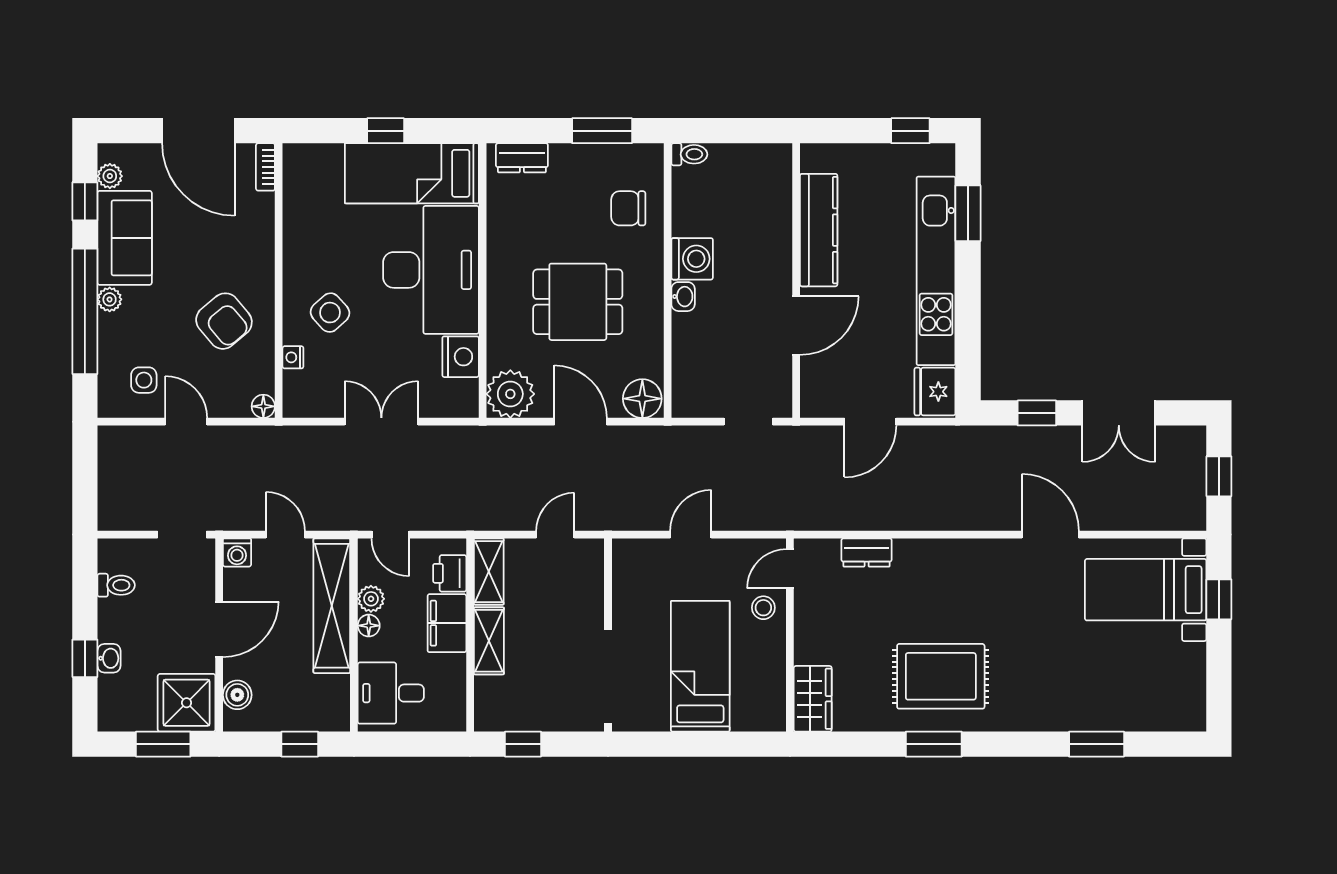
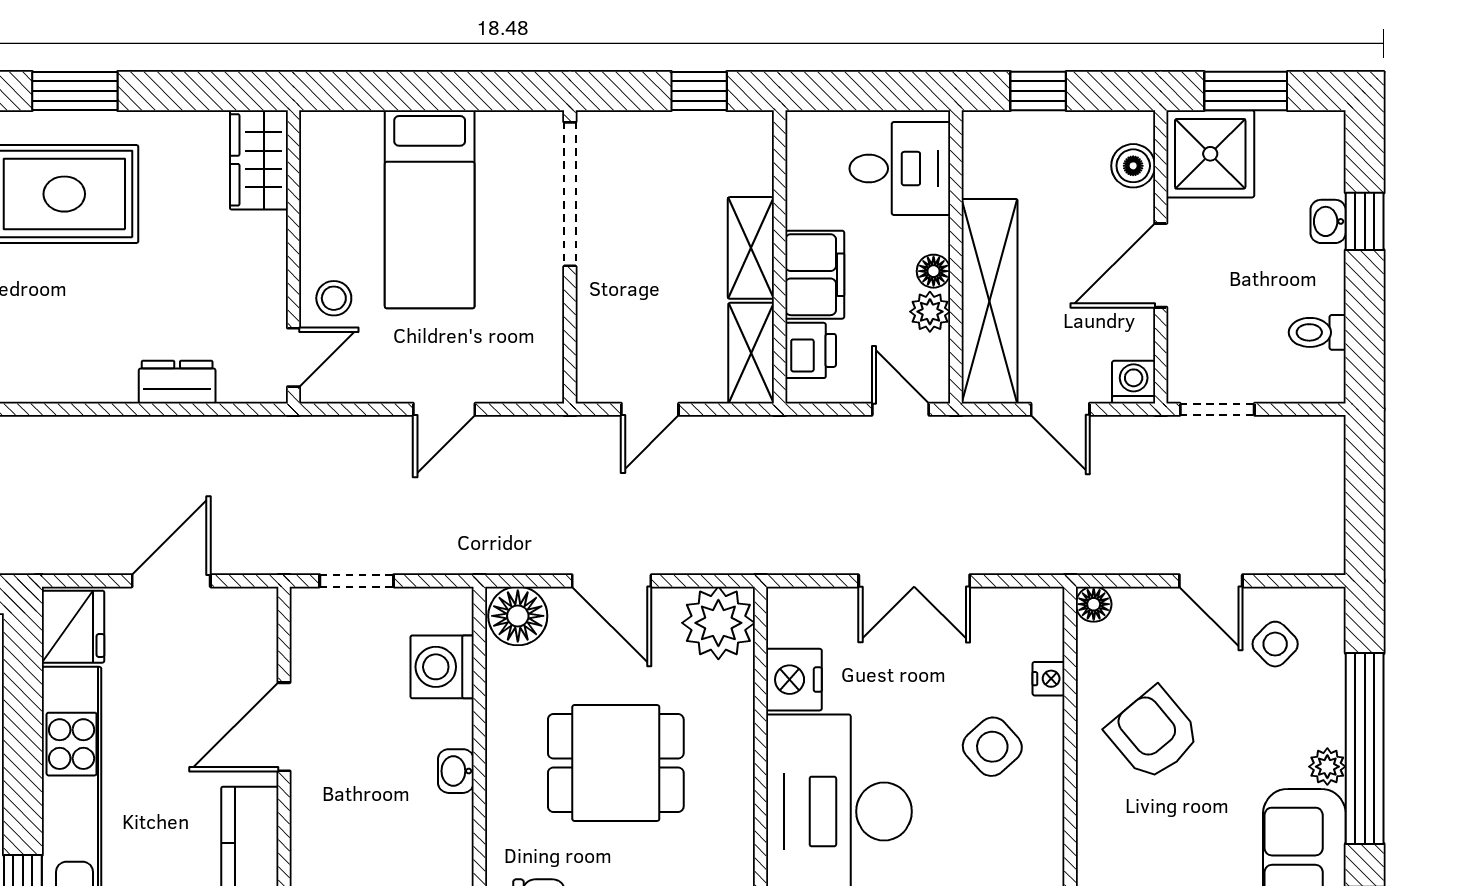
washing machine: (692, 259) -> (442, 667), moved
side table: (144, 380) -> (1275, 644), turned 45

